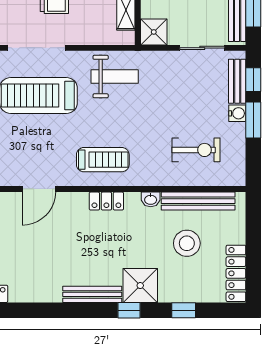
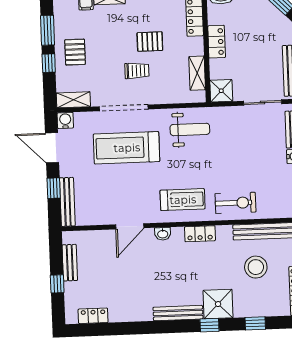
exercise bike: (196, 150) -> (235, 203), moved
washbasin: (151, 199) -> (163, 234), moved
locker: (106, 201) -> (200, 234), moved

